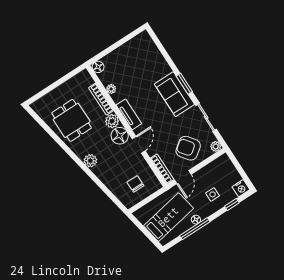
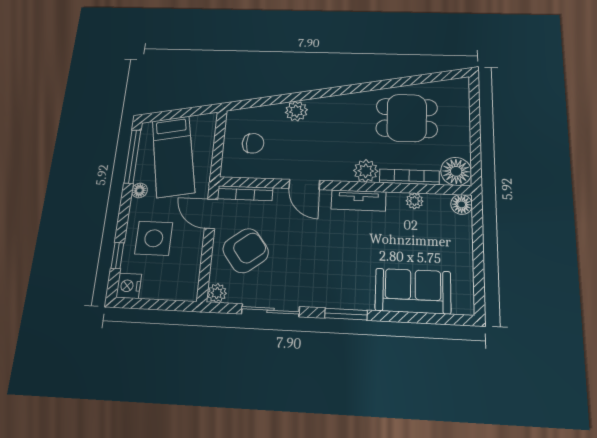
sofa: (174, 94) -> (413, 291), moved
floor lamp: (120, 136) -> (456, 171), moved
plant: (90, 161) -> (296, 111), moved
side table: (213, 194) -> (154, 238), width x1.87, depth x1.87
window: (195, 229) -> (132, 156), moved

